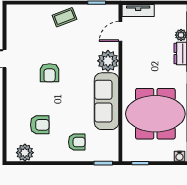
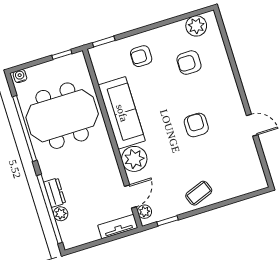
plant: (113, 16) -> (145, 212), added

